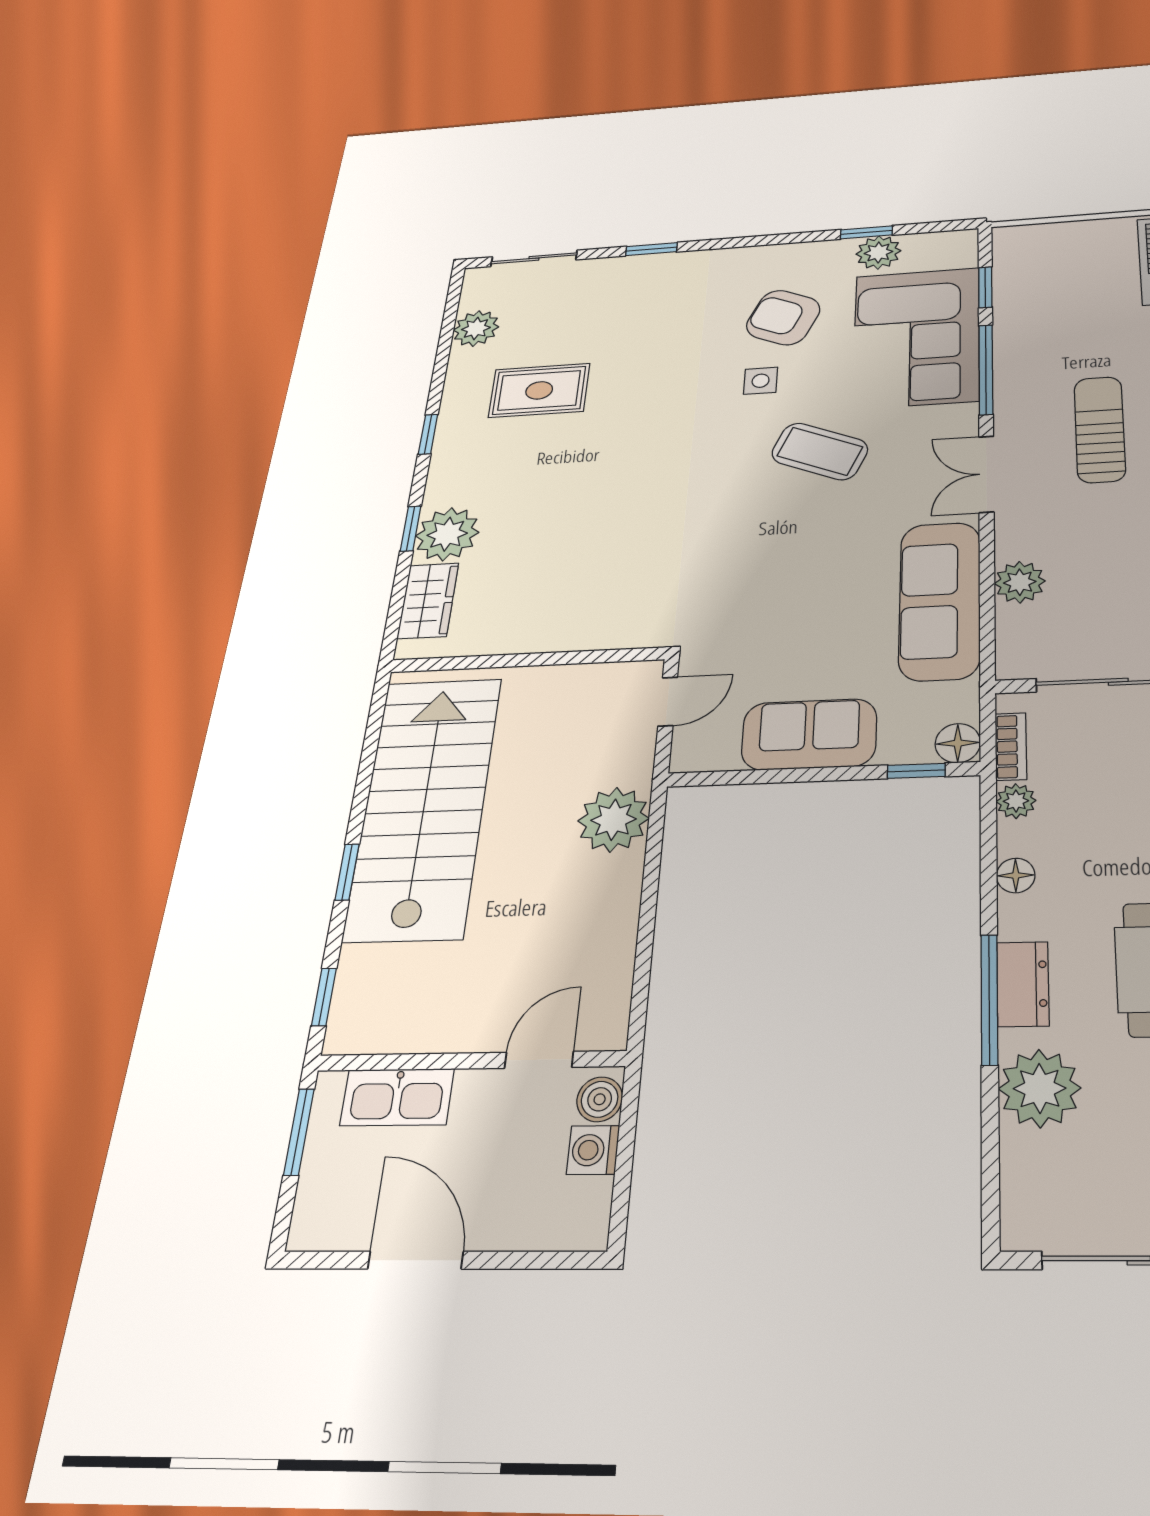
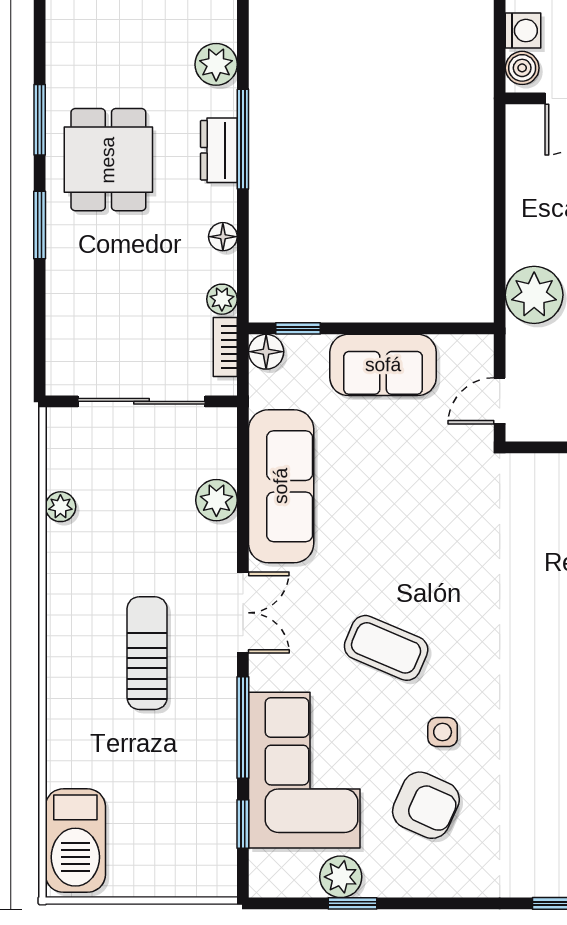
sun lounger: (1100, 429) -> (147, 653), turned 180
plant: (1040, 1088) -> (216, 64), width x0.73, depth x0.73

